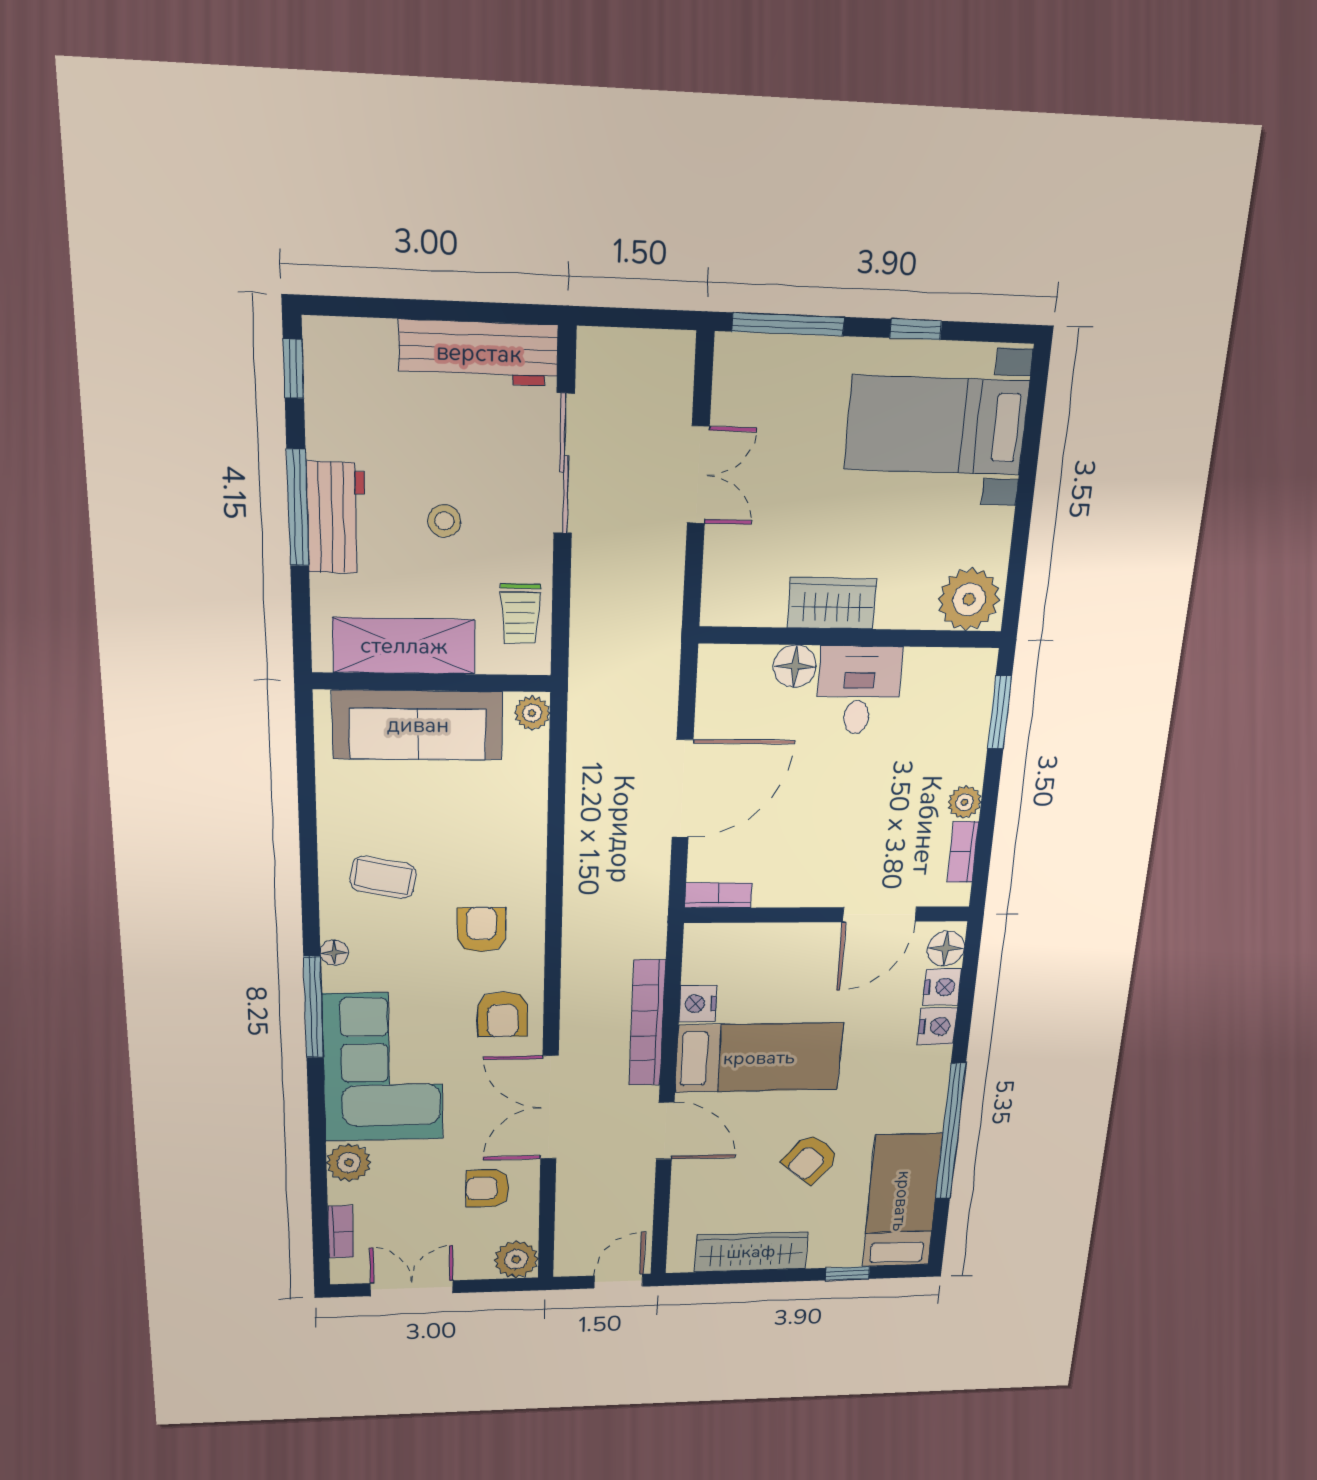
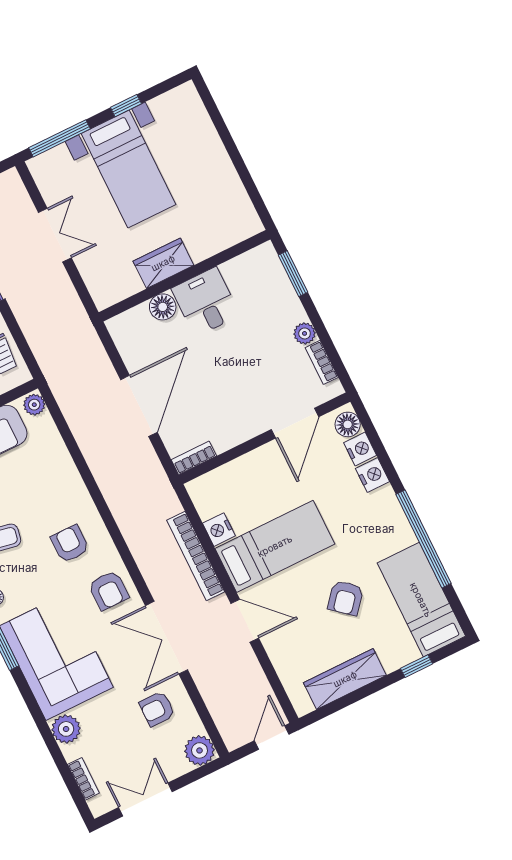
bed with nightstands: (937, 425) -> (128, 169), moved, turned -90
plant: (969, 599) -> (237, 223), removed

